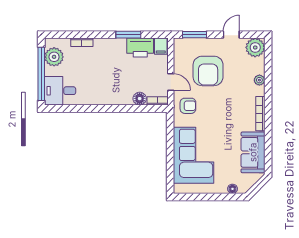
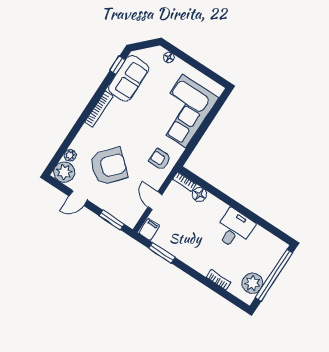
window: (128, 35) -> (162, 253), moved
printer: (140, 48) -> (169, 240), removed
armchair: (208, 71) -> (109, 166), moved, turned 41
plant: (259, 80) -> (70, 155), moved
door: (171, 82) -> (155, 201), moved
desk: (60, 91) -> (234, 229), moved, turned -90
window: (268, 157) -> (118, 65), added

